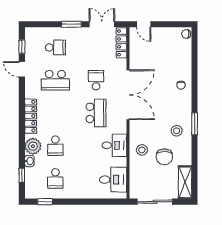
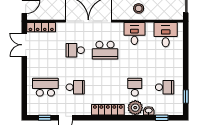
window: (71, 24) -> (24, 73), removed
school desk: (55, 47) -> (45, 87), width x1.85
school desk: (55, 80) -> (75, 87), width x0.54
school desk: (96, 113) -> (105, 50), turned 180
school desk: (55, 146) -> (135, 87), turned -90

